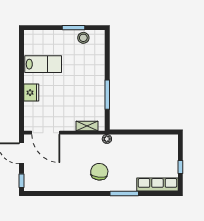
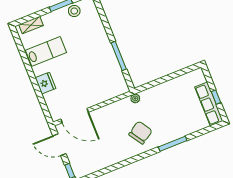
shelving: (87, 126) -> (31, 25), moved
chair: (99, 172) -> (141, 133), turned 51
row of seats: (157, 185) -> (209, 104), moved, turned -90

